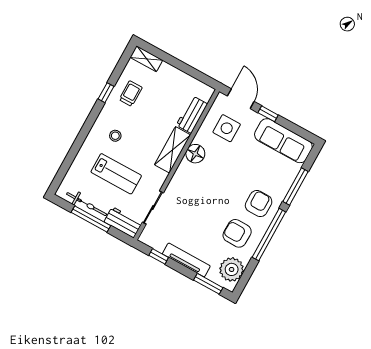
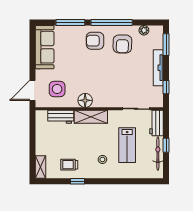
window: (268, 114) -> (33, 67), removed
lab bench: (116, 174) -> (127, 145), turned 180
window: (91, 219) -> (166, 145), width x0.46
plant: (232, 269) -> (144, 30), width x0.53, depth x0.53

